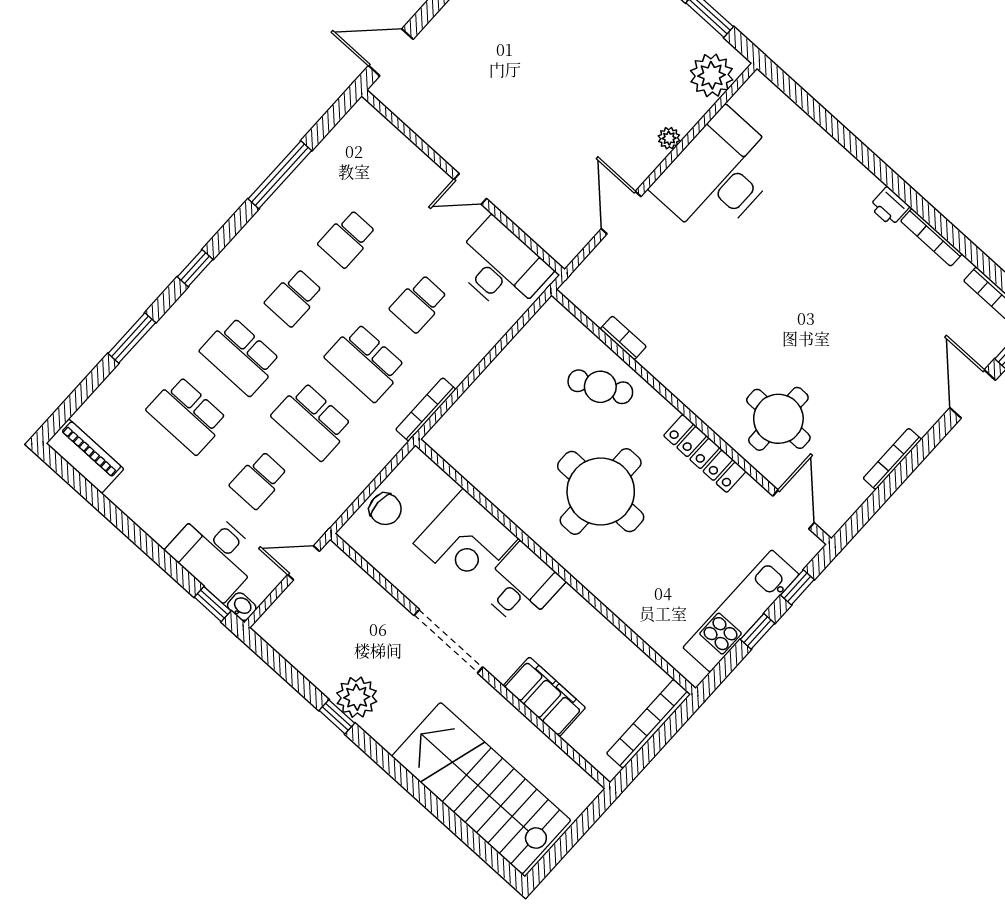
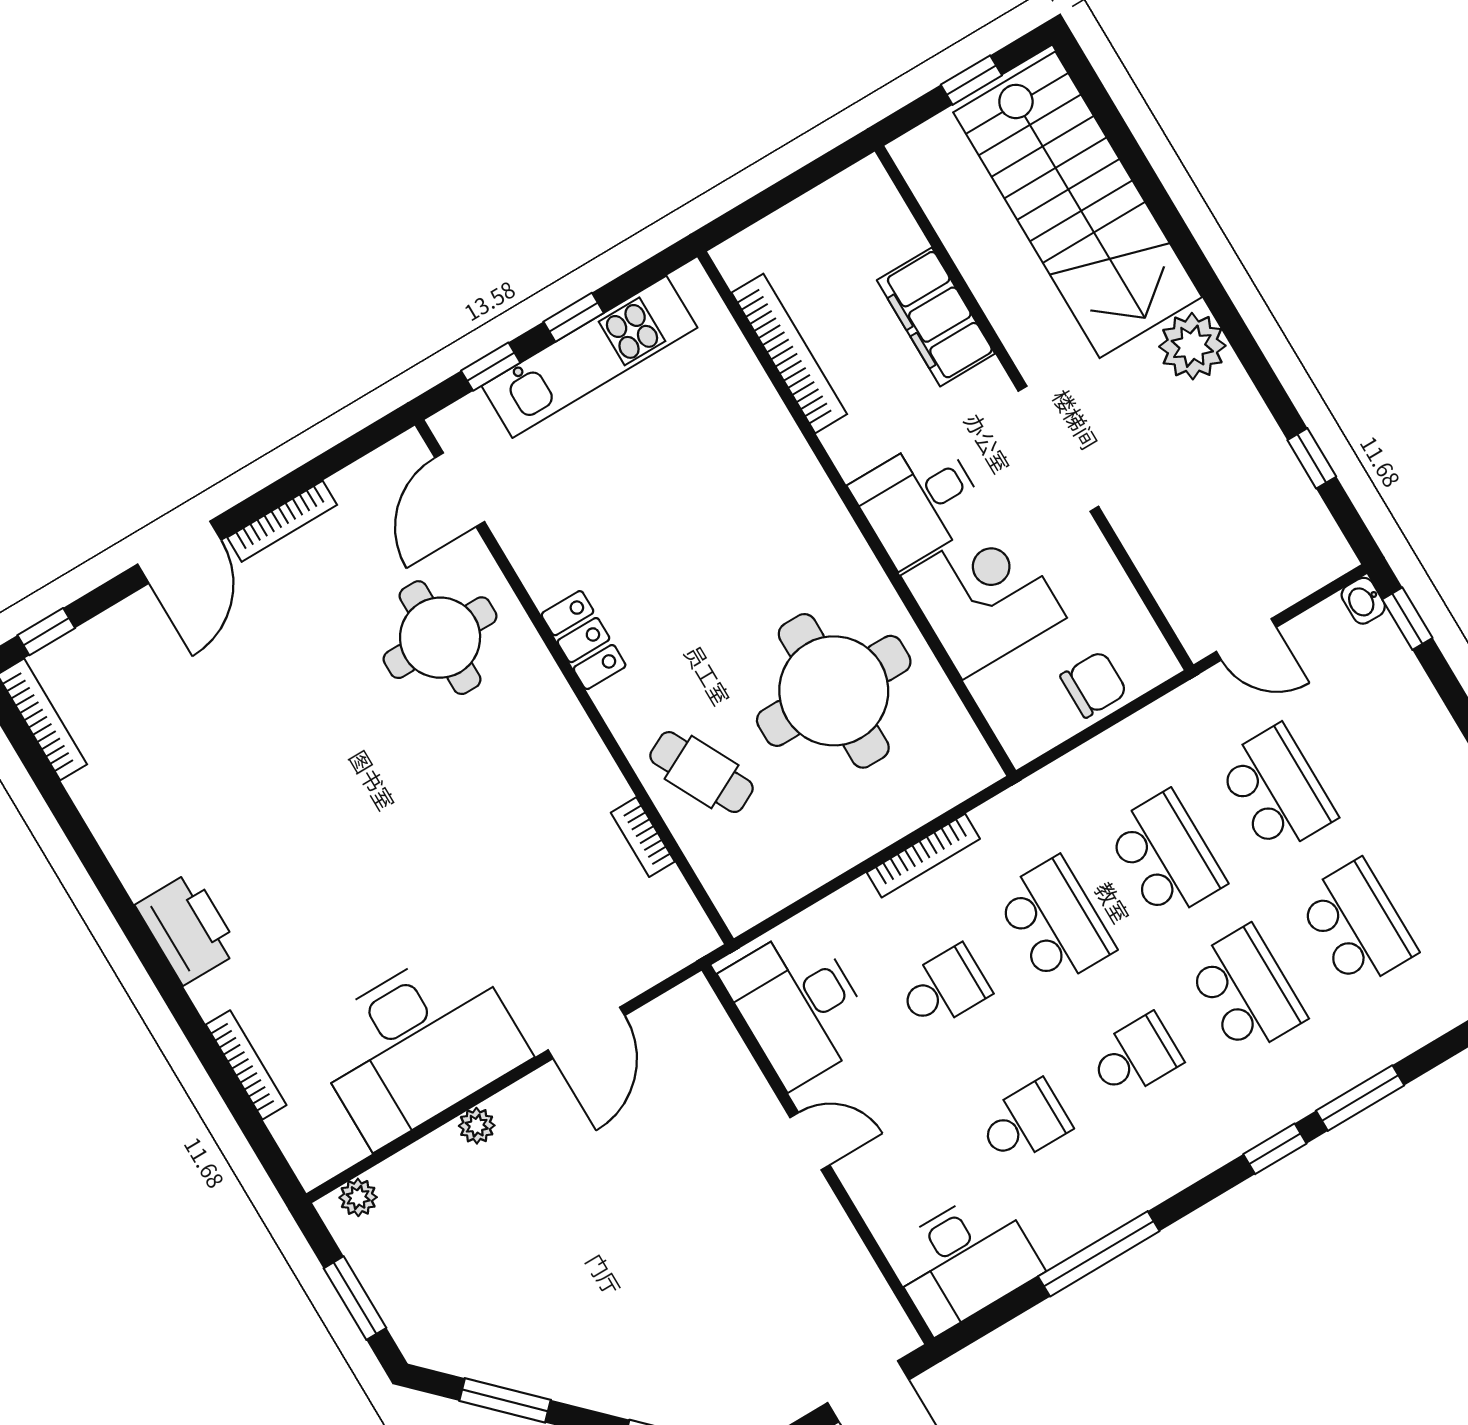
plant: (712, 75) -> (358, 1197), width x0.53, depth x0.53
printer: (889, 207) -> (188, 928), width x1.87, depth x1.48
bookcase: (931, 237) -> (246, 1065), moved
window: (132, 338) -> (1360, 1098), moved
door: (973, 394) -> (179, 552), moved
bookcase: (426, 409) -> (923, 856), moved
locker: (705, 453) -> (584, 640), width x0.66
school desk: (259, 480) -> (1277, 790), width x1.85
round table: (601, 492) -> (834, 691), moved
chair: (385, 509) -> (1094, 684), turned 90
desk: (215, 554) -> (964, 1261), moved, turned 90
plant: (357, 697) -> (1192, 346), moved
window: (337, 717) -> (1312, 458), moved
bookcase: (649, 724) -> (789, 353), moved, turned -90
window: (566, 843) -> (971, 80), added

